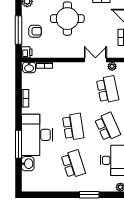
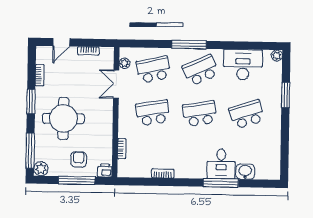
washbasin: (29, 67) -> (124, 168), removed
school desk: (73, 89) -> (153, 113), added
desk: (37, 135) -> (221, 164), width x0.53, depth x0.77

